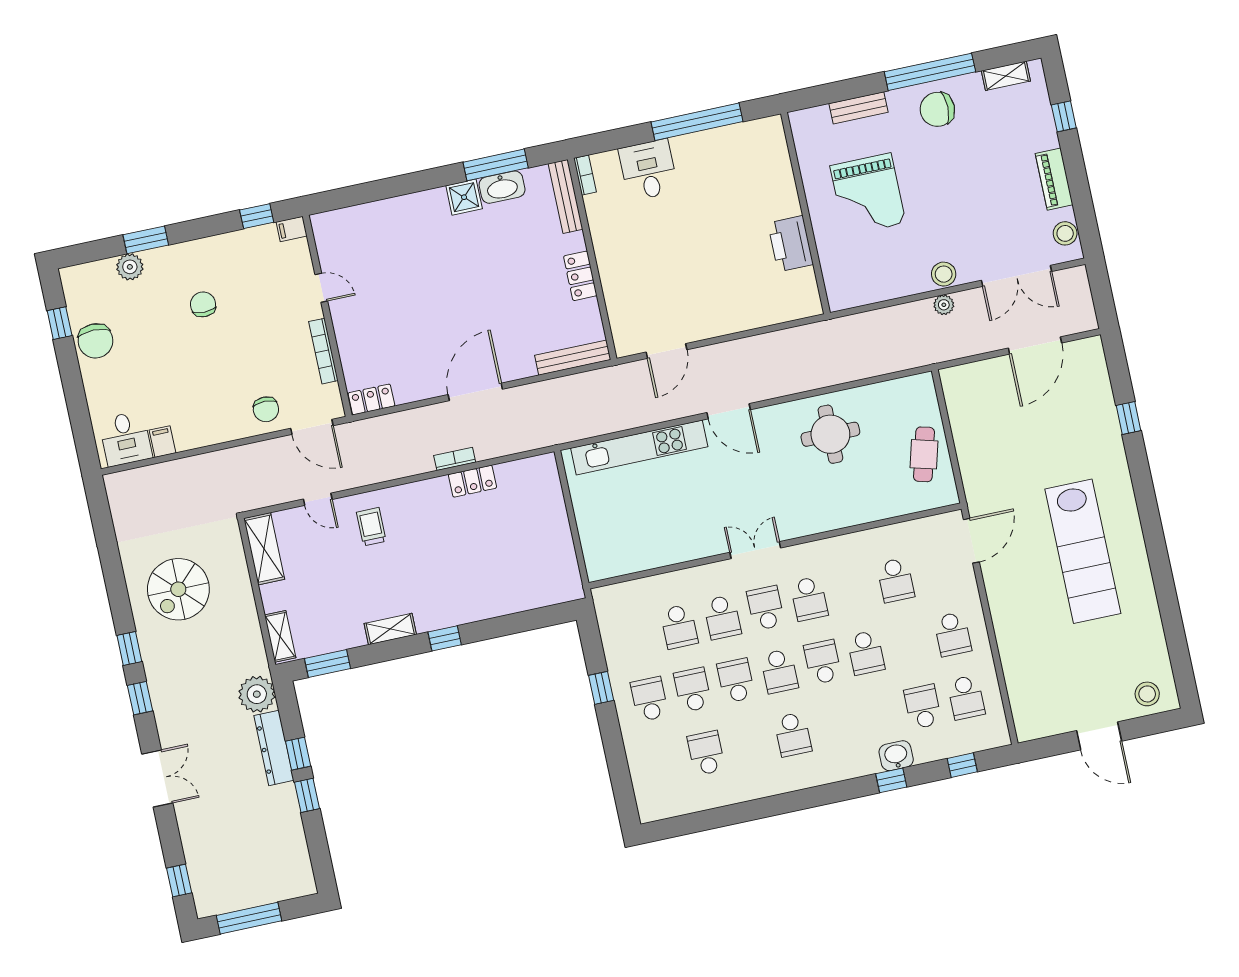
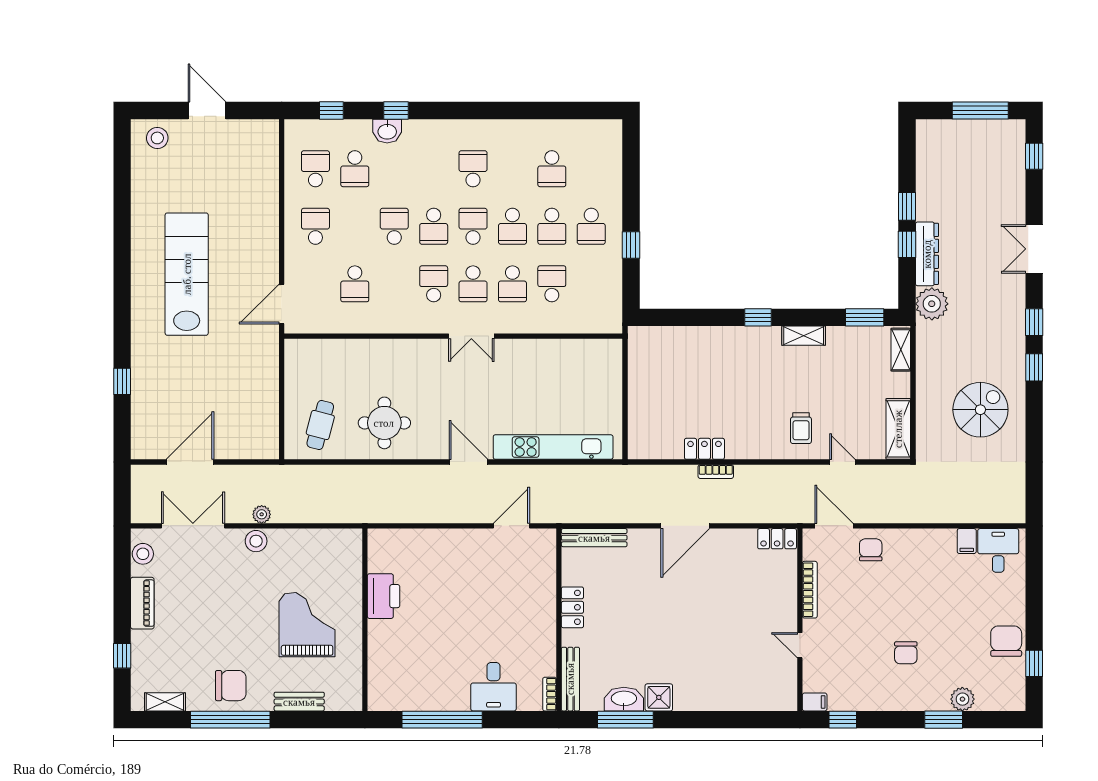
cafe table: (924, 454) -> (320, 425), moved
school desk: (896, 580) -> (355, 284), turned 180
school desk: (722, 617) -> (512, 284), turned 180

